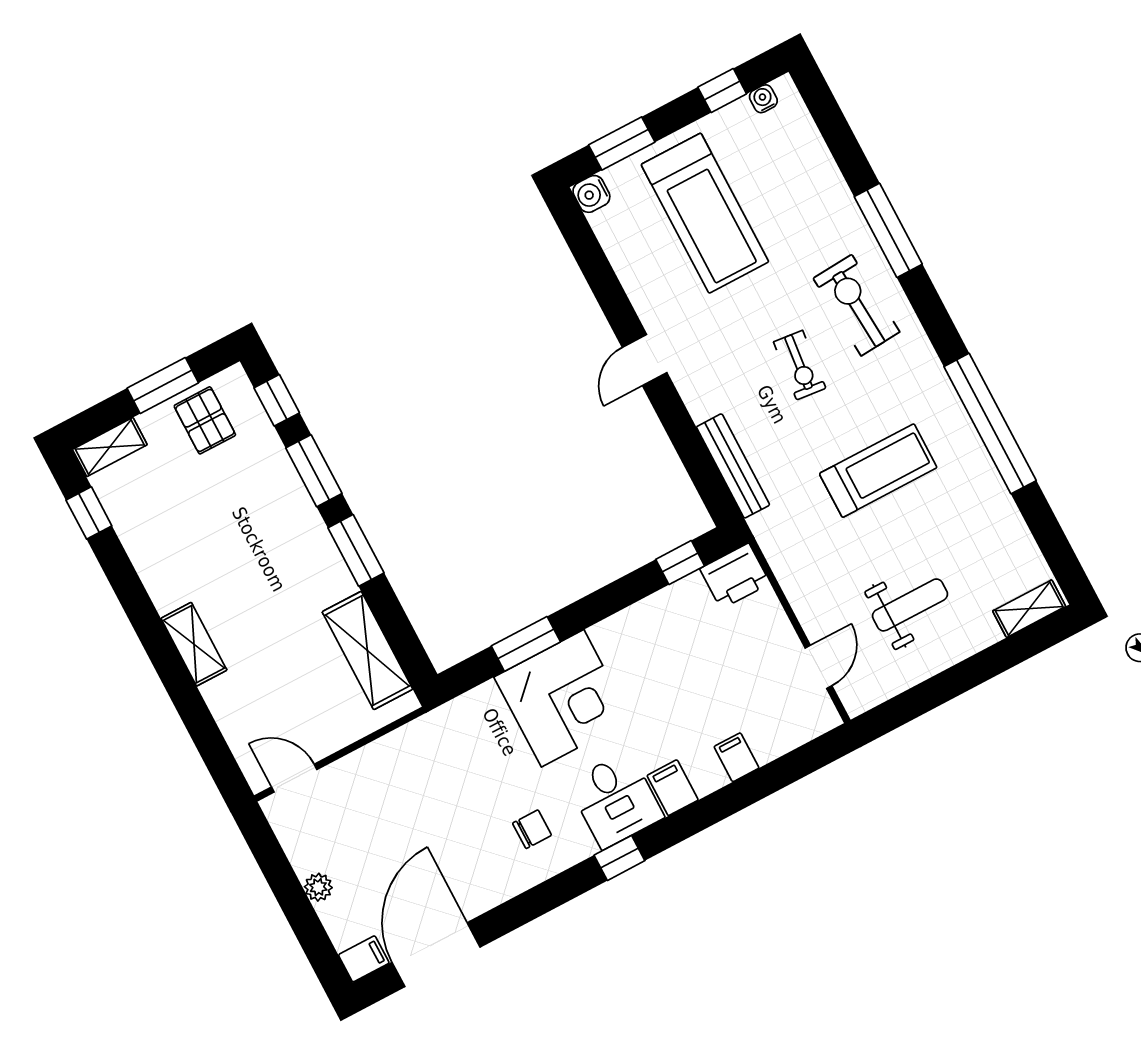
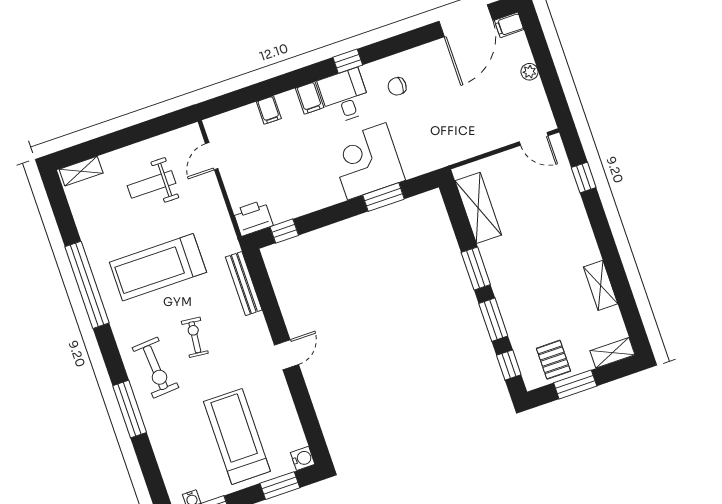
treadmill: (878, 471) -> (158, 267), width x1.37, depth x1.38
window: (89, 513) -> (584, 178), moved
shelving: (194, 644) -> (601, 285), moved

